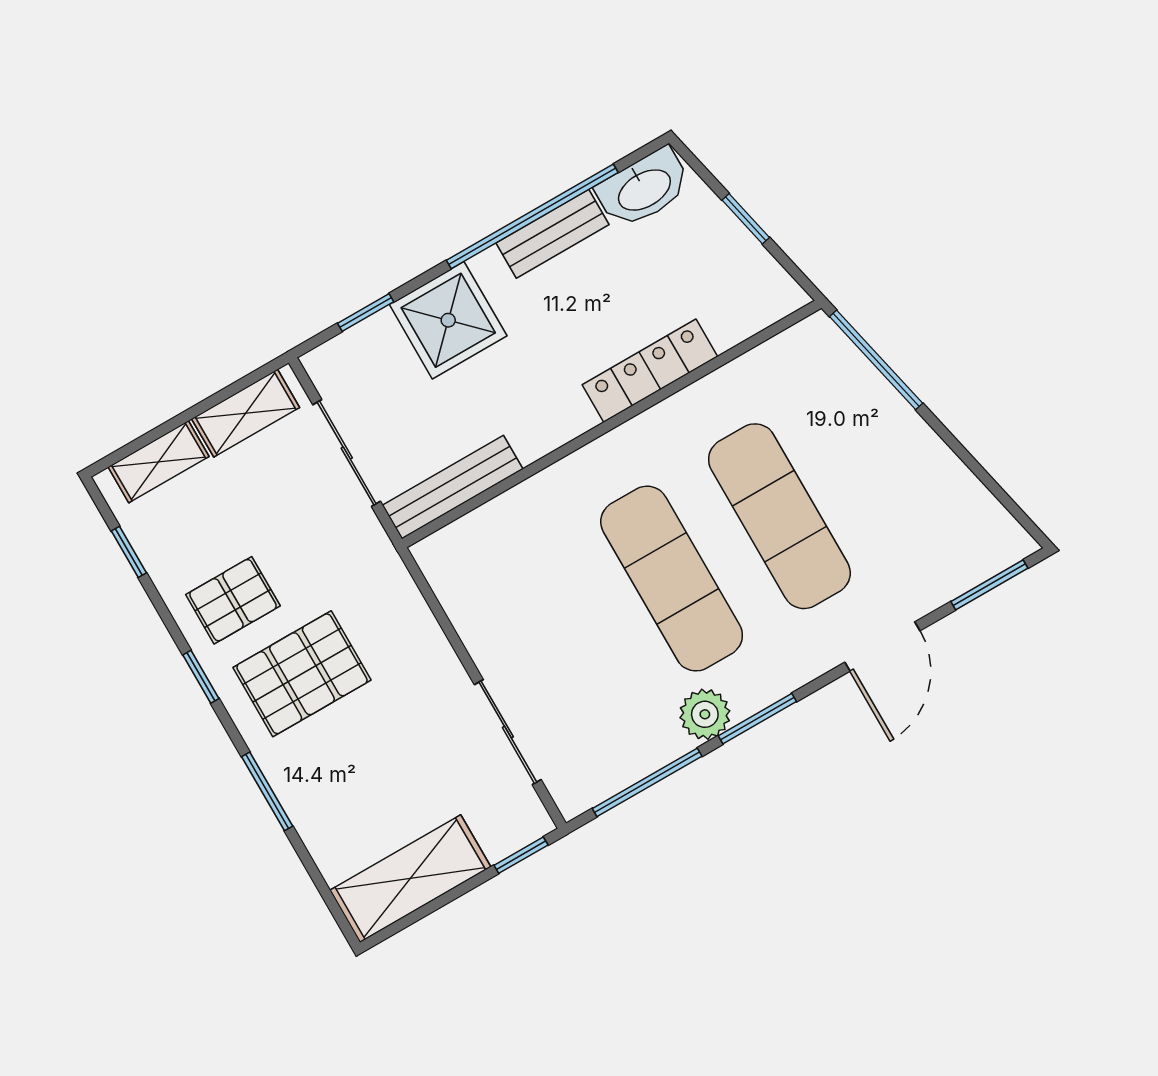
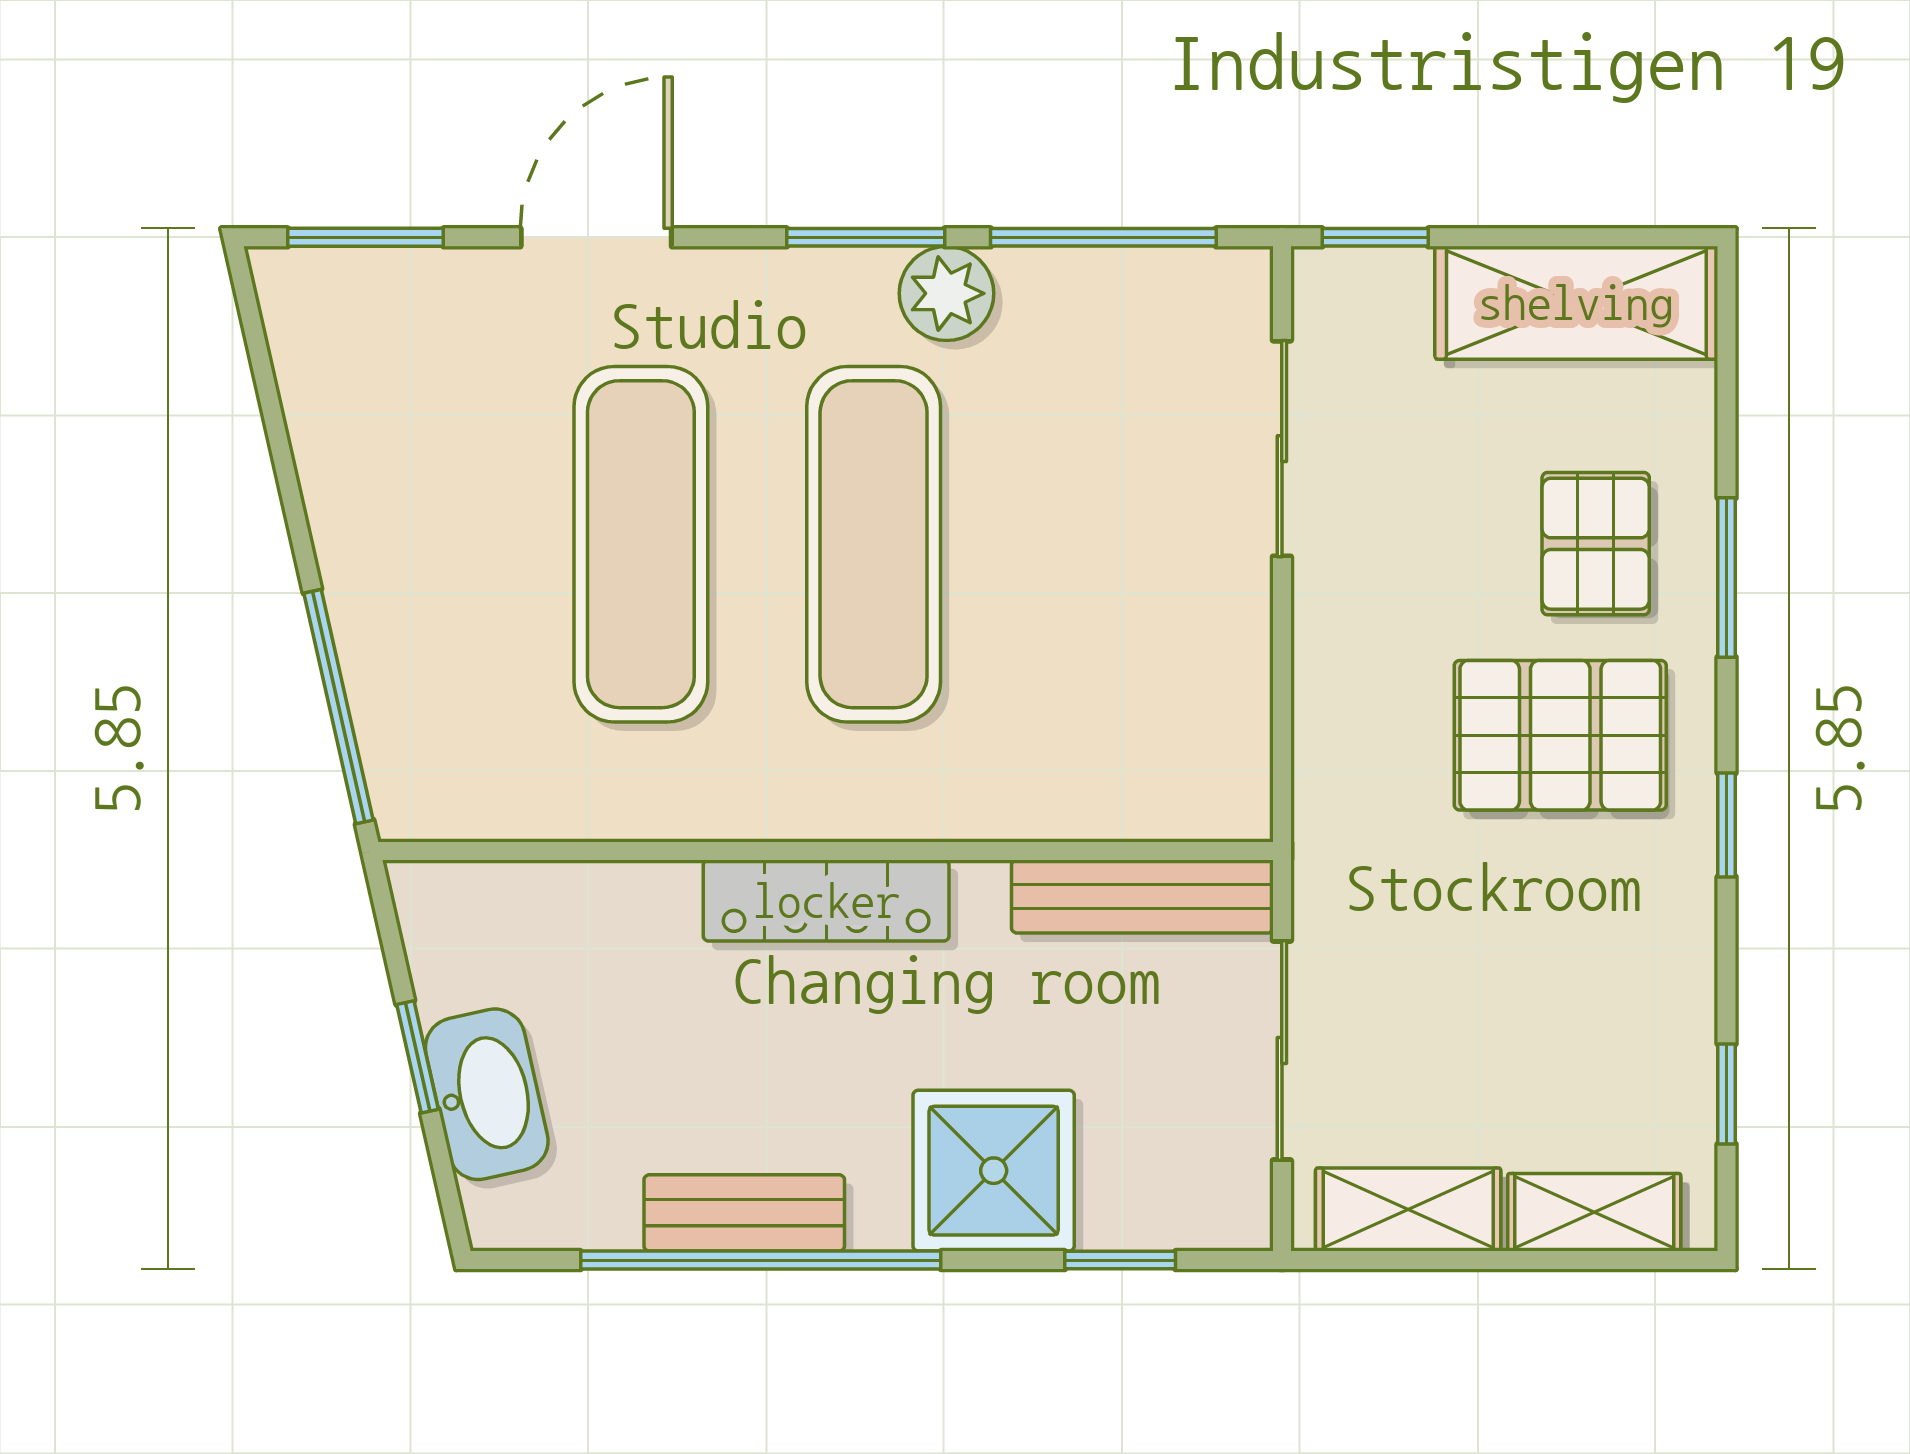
washbasin: (644, 189) -> (487, 1094), moved, turned 77
locker: (650, 371) -> (826, 901), moved
pallet: (233, 600) -> (1596, 544), moved, turned 90

